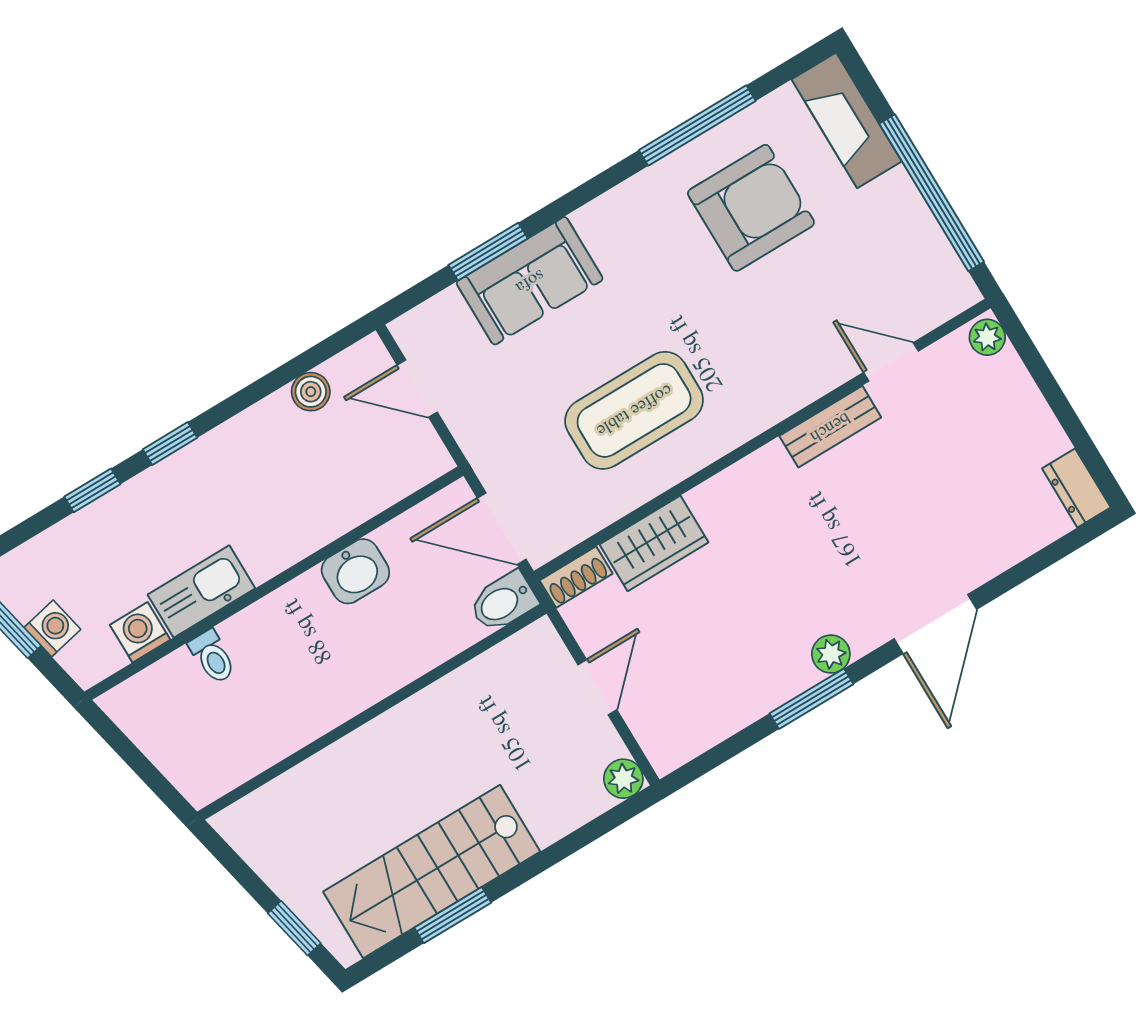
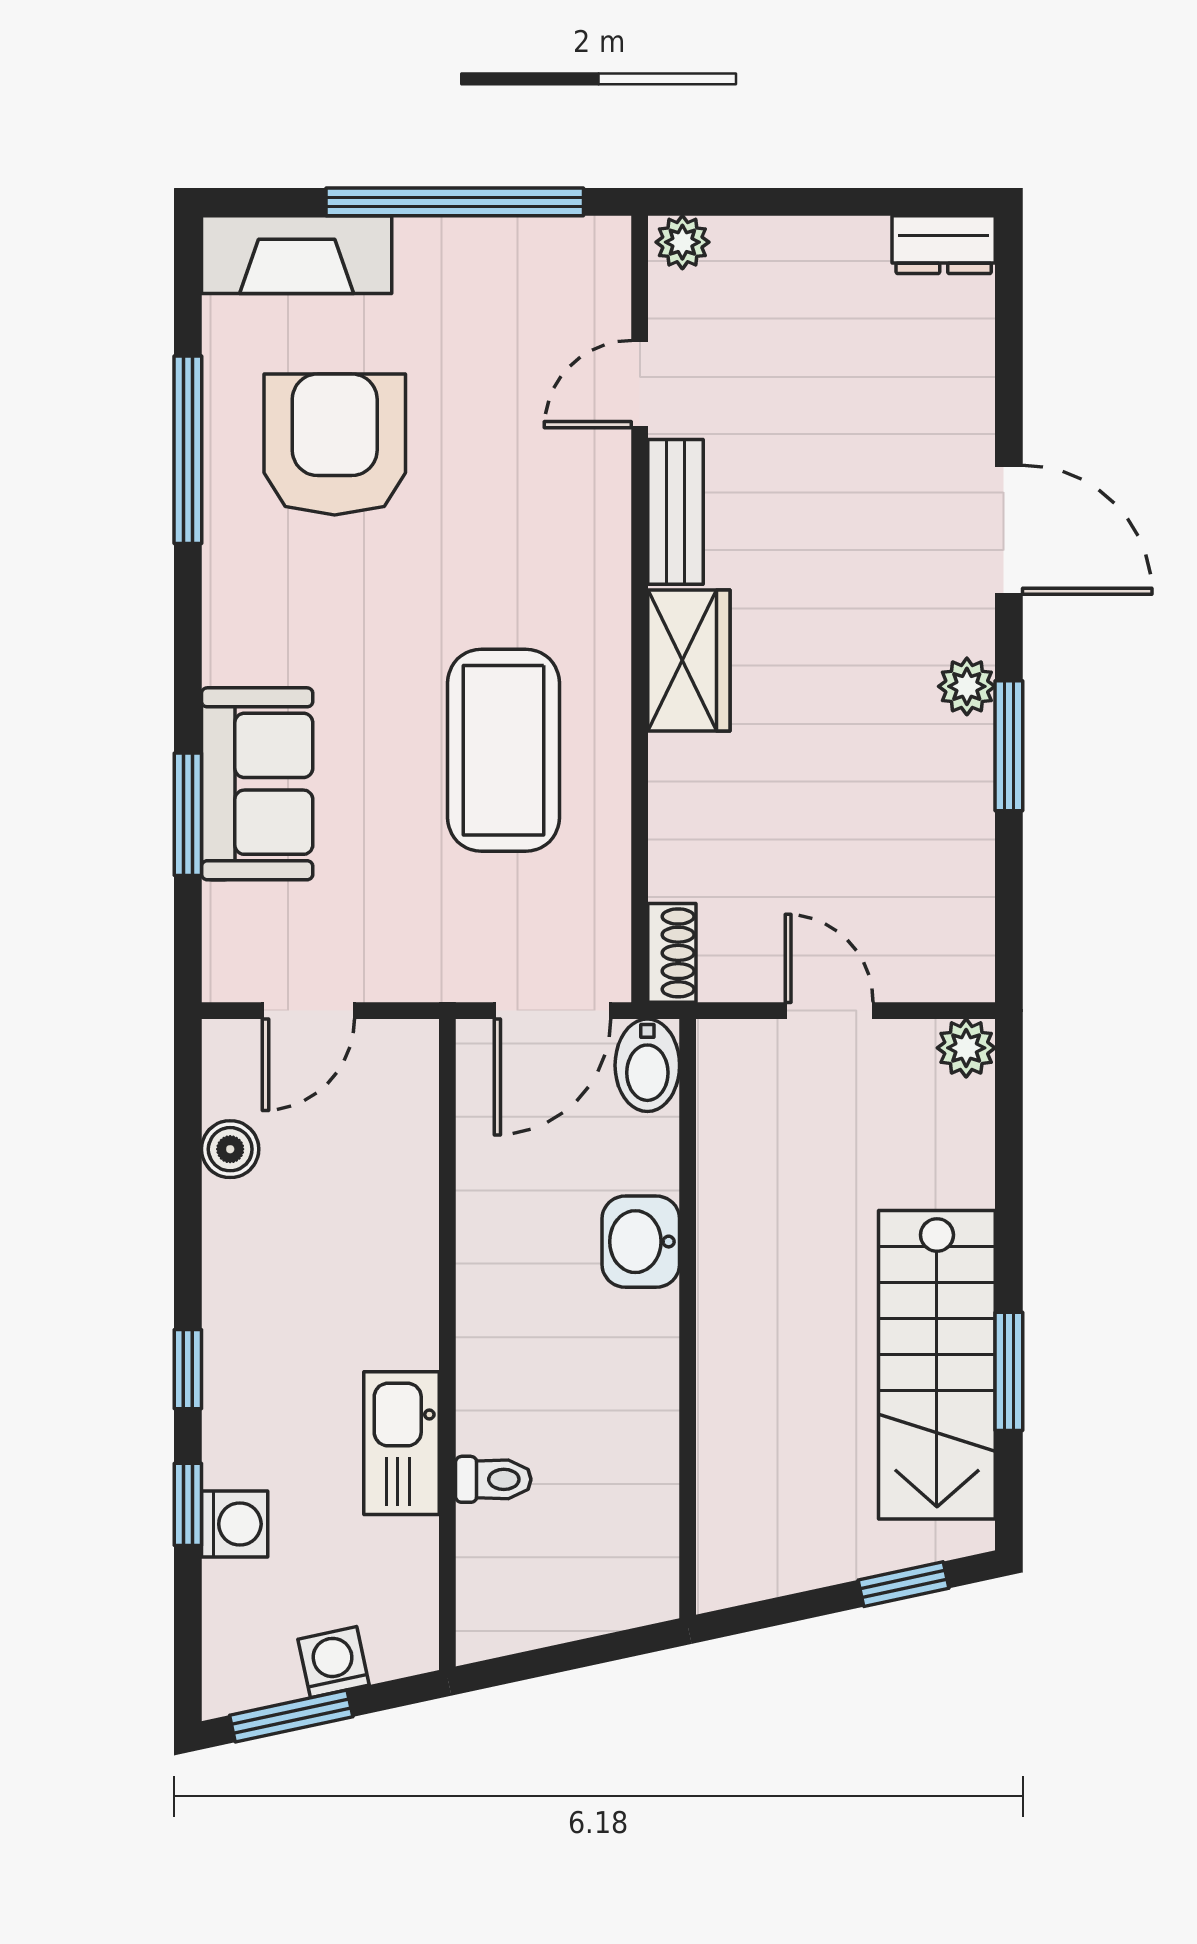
wardrobe: (654, 543) -> (689, 660), moved
washbasin: (355, 571) -> (641, 1242), moved, turned 180
washing machine: (140, 632) -> (235, 1524), moved, turned 180

